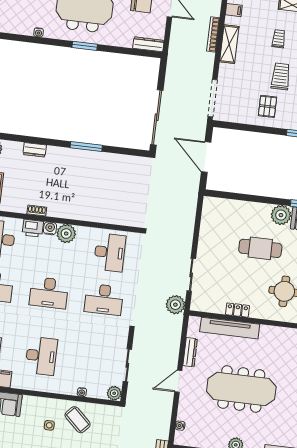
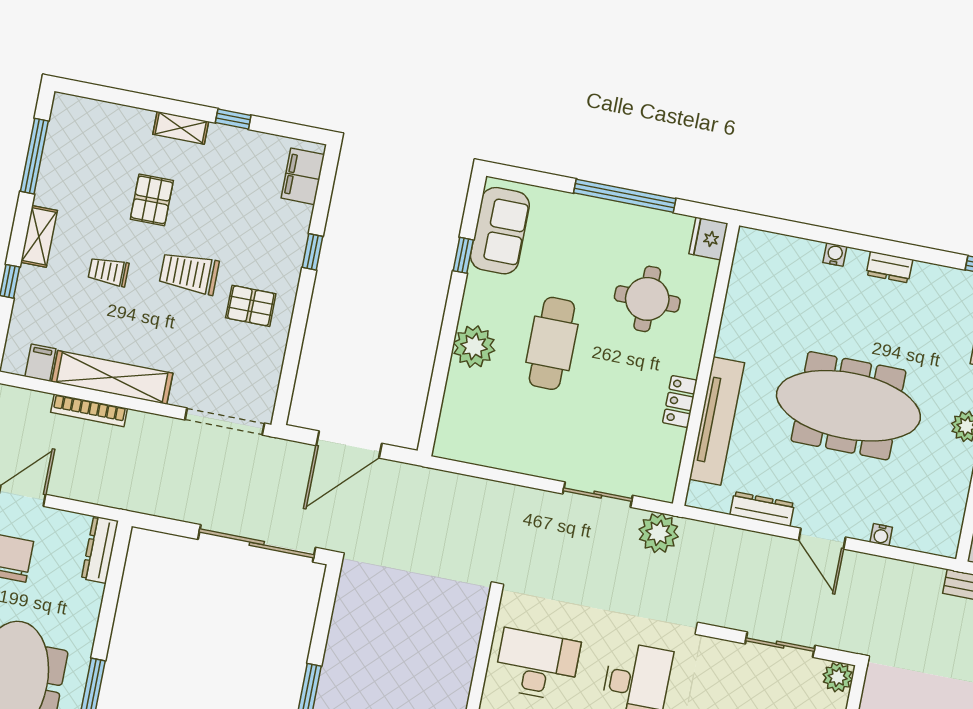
shelving: (229, 44) -> (112, 377), width x1.47
plant: (281, 215) -> (474, 347), moved
meeting table: (241, 389) -> (848, 406), turned 90
water cooler: (180, 426) -> (881, 535), moved

